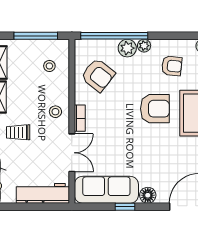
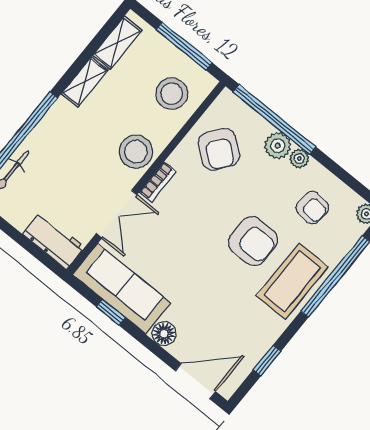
stool: (49, 66) -> (172, 94), width x1.89, depth x1.89
stool: (55, 112) -> (136, 152), width x1.89, depth x1.89
trolley: (18, 132) -> (74, 141), removed
workbench: (43, 193) -> (54, 240), width x0.73
window: (125, 207) -> (111, 312), moved

